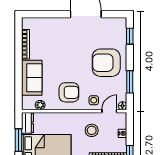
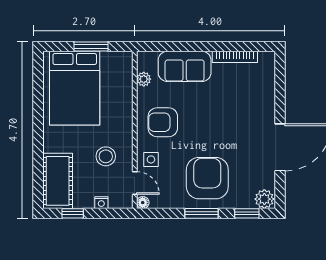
plant: (120, 25) -> (264, 199), added
window: (130, 82) -> (201, 213), moved
armchair: (69, 92) -> (163, 122), turned 90
dresser: (28, 123) -> (117, 60), removed

